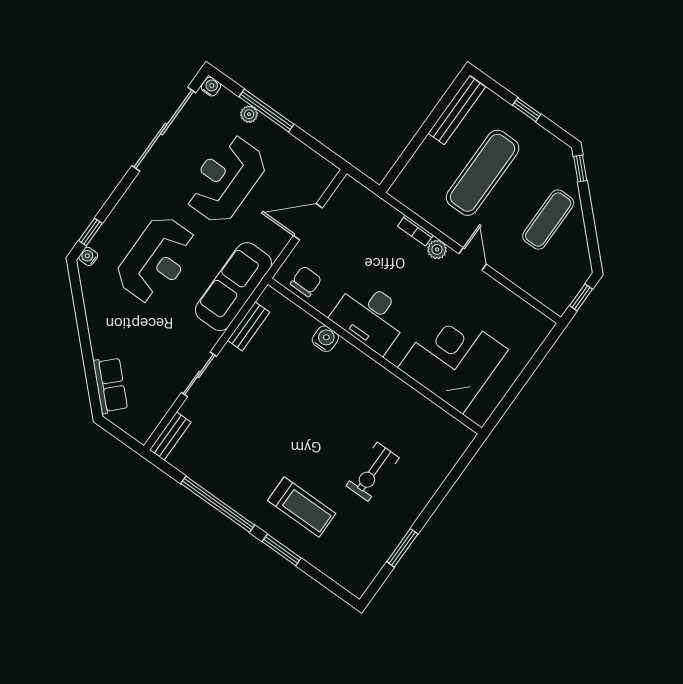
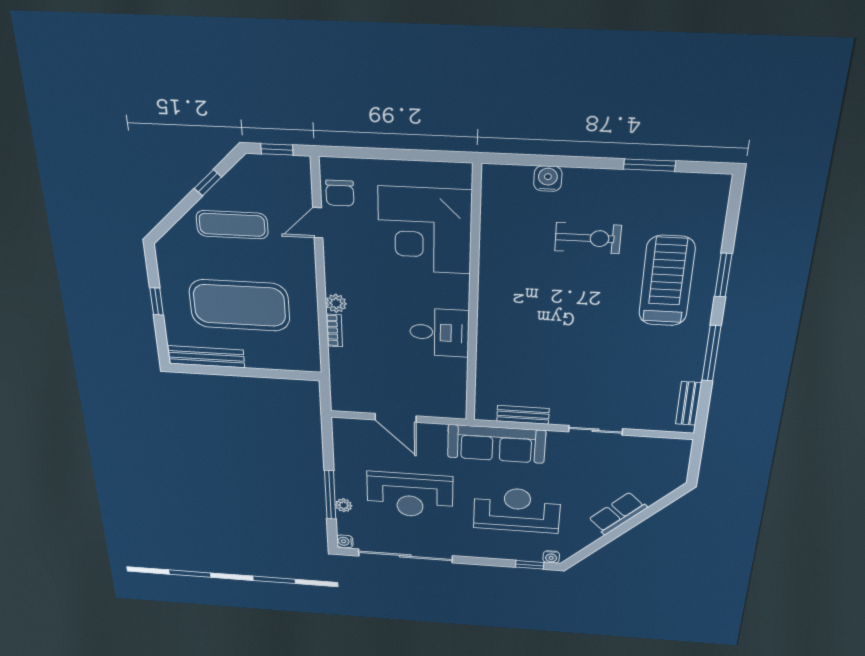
window: (580, 169) -> (208, 183), moved
exercise mat: (483, 173) -> (239, 305), width x1.47
door: (473, 259) -> (318, 223), moved
chair: (306, 281) -> (340, 193), moved, turned -90
desk: (370, 316) -> (439, 333), width x0.73
water cooler: (325, 339) -> (548, 179), moved, turned 90
row of seats: (110, 385) -> (618, 513), moved
bench: (170, 436) -> (689, 403), moved, turned 90
window: (218, 504) -> (711, 353), width x0.68
treadmill: (302, 507) -> (667, 281), width x1.37, depth x1.38

